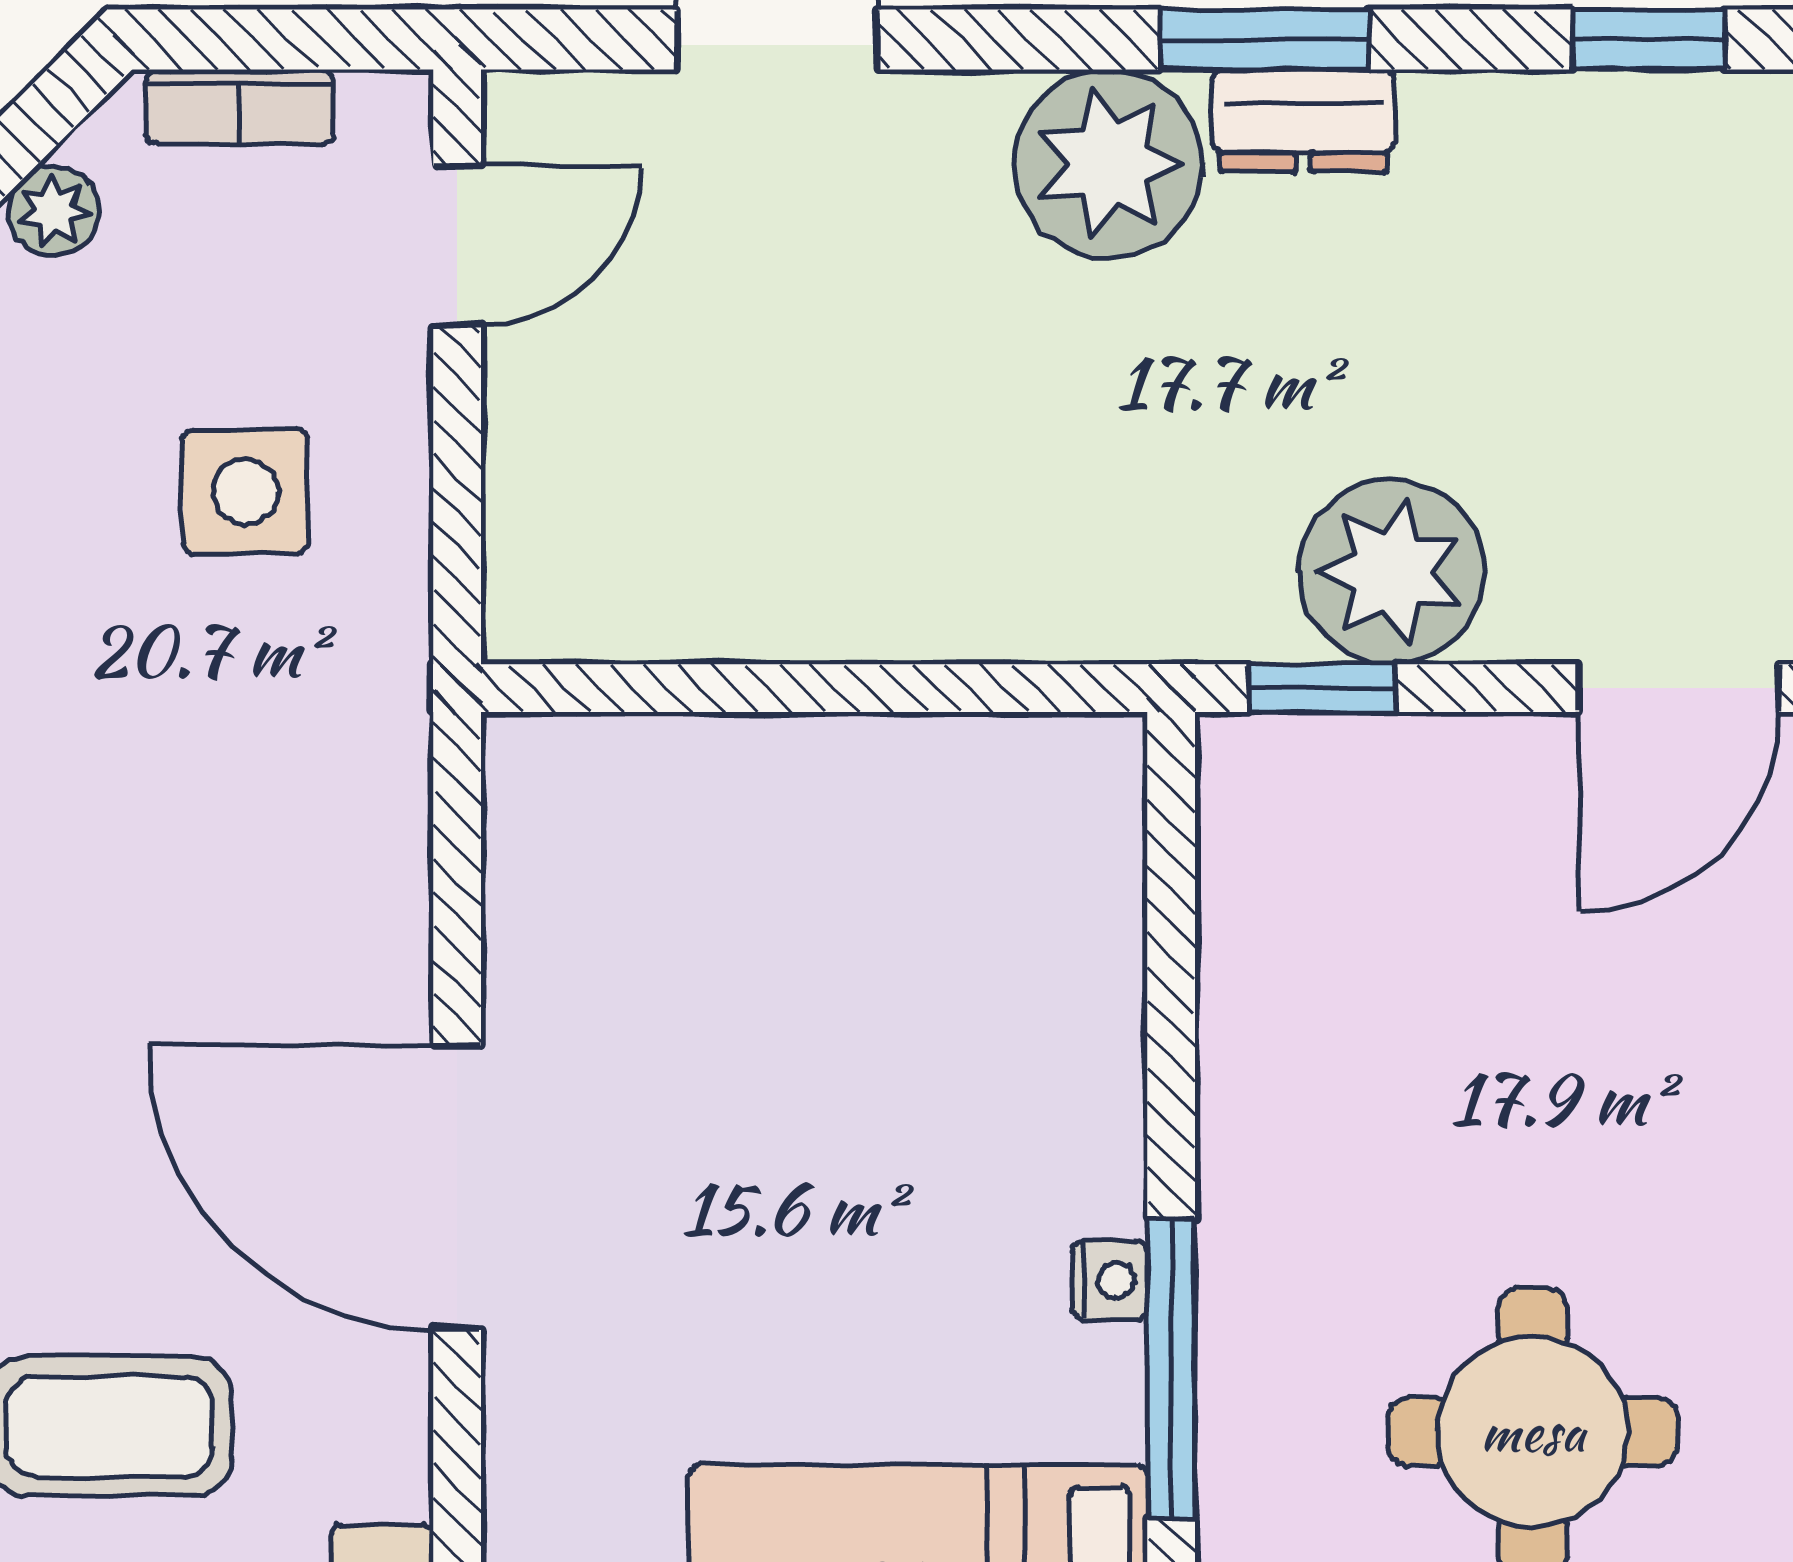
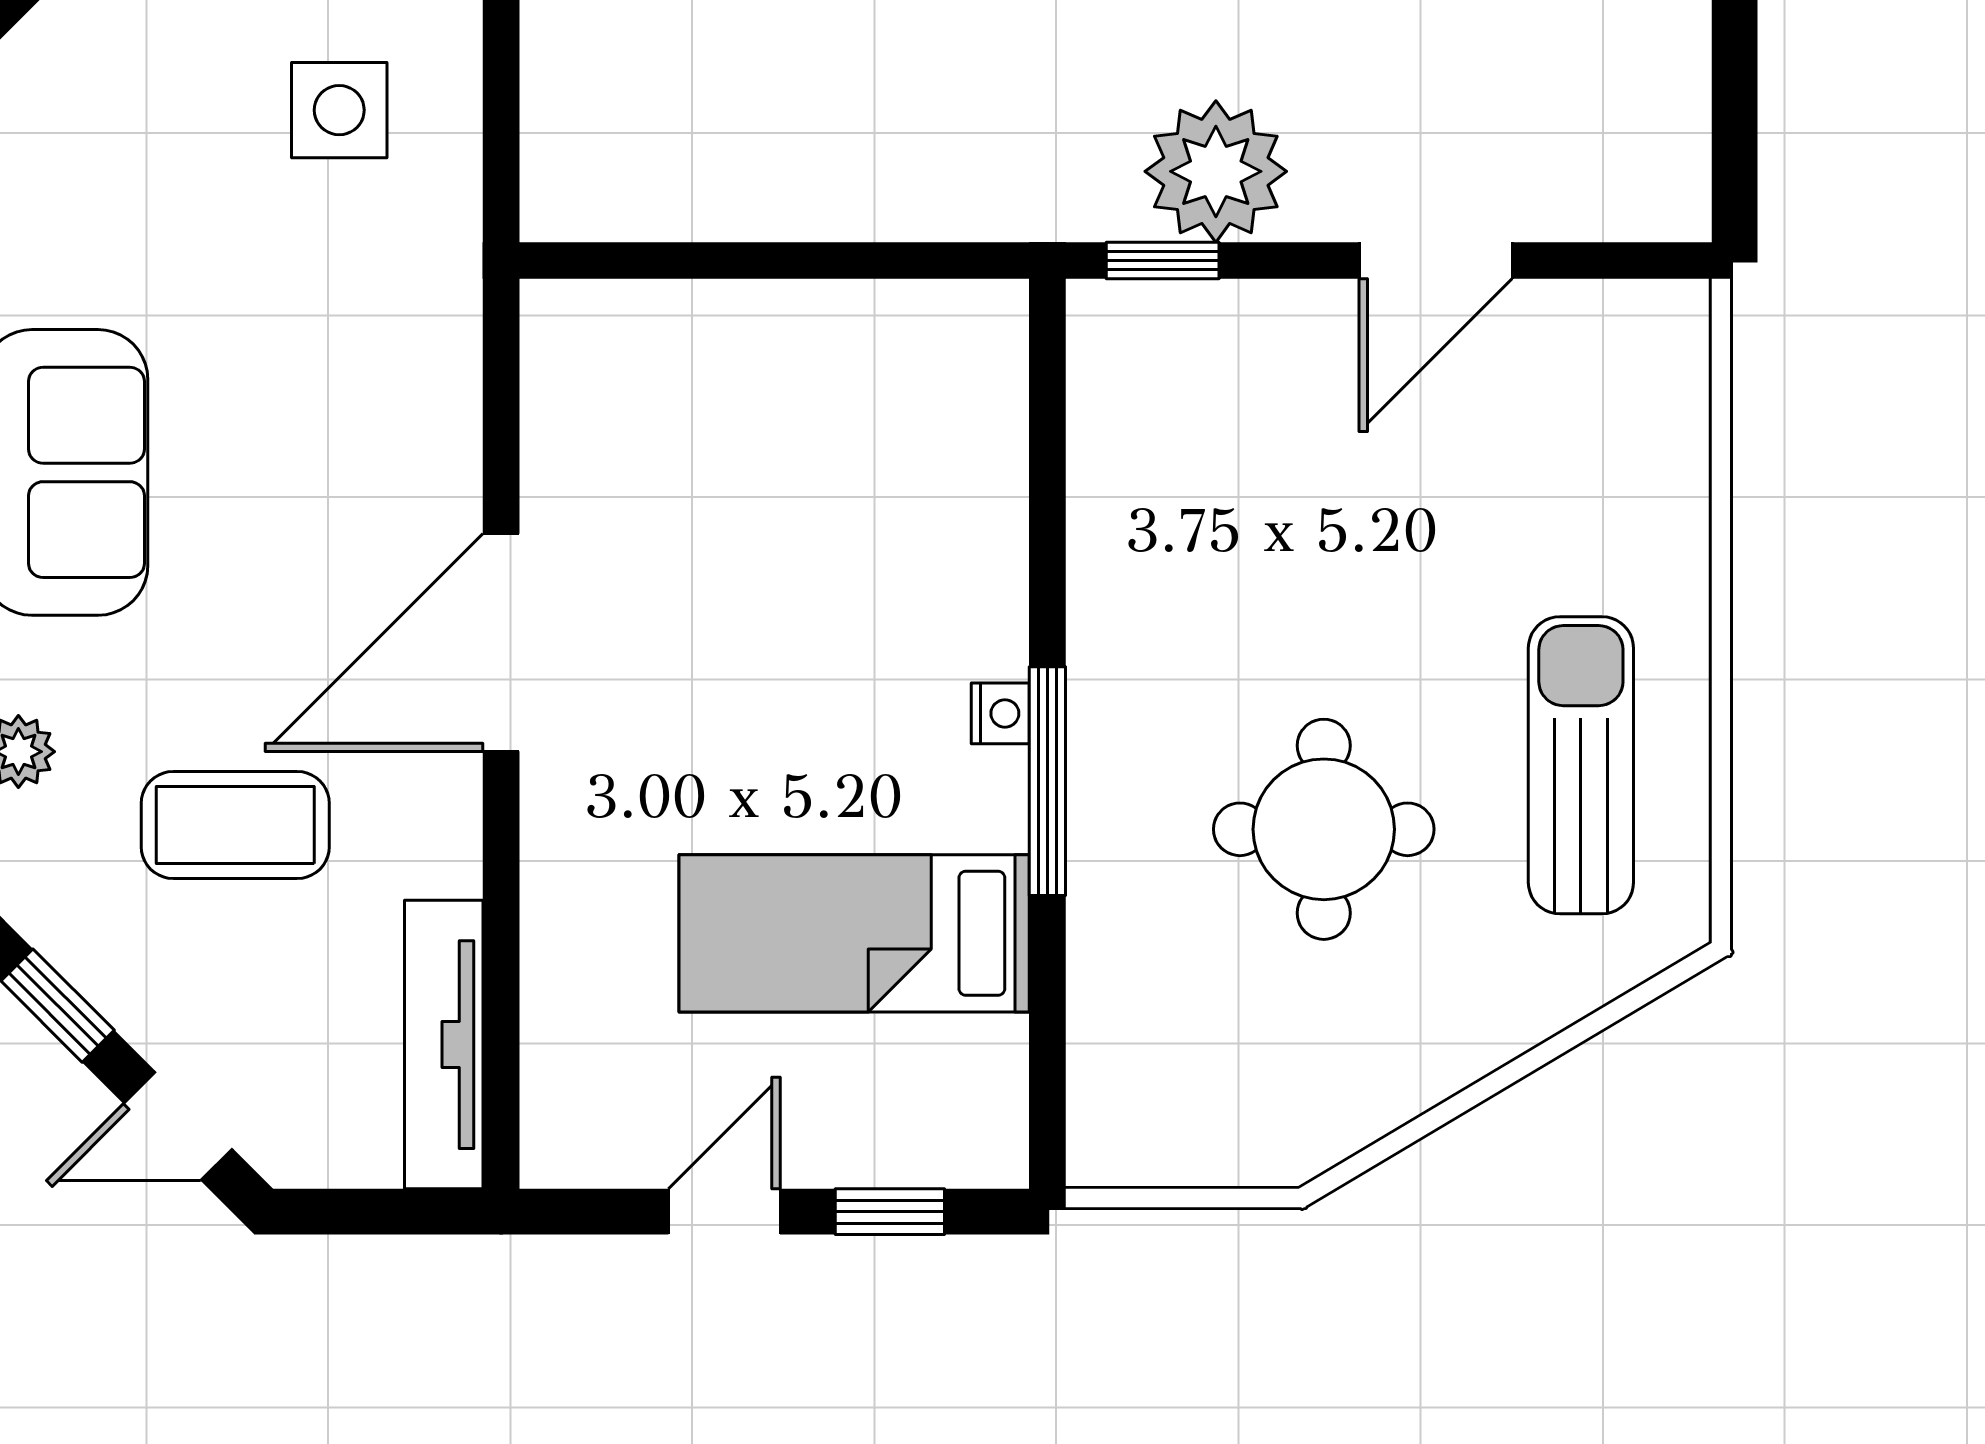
door: (457, 1188) -> (501, 643), hinge flipped

